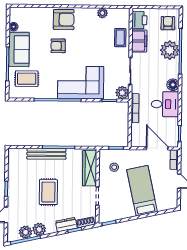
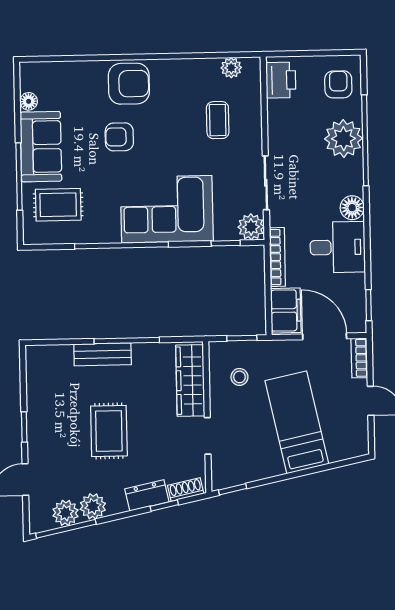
plant: (102, 13) -> (231, 68), moved
coffee table: (120, 38) -> (218, 120), moved
filing cabinet: (139, 41) -> (286, 310), moved
bench: (46, 154) -> (103, 354), width x0.73

